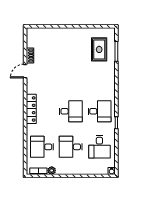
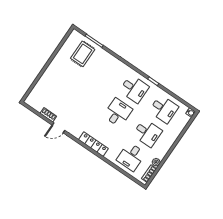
rug: (99, 49) -> (83, 54), turned 90
door: (25, 71) -> (59, 128), hinge flipped
desk: (99, 111) -> (134, 89), turned 90
desk: (71, 147) -> (147, 133), turned -90

